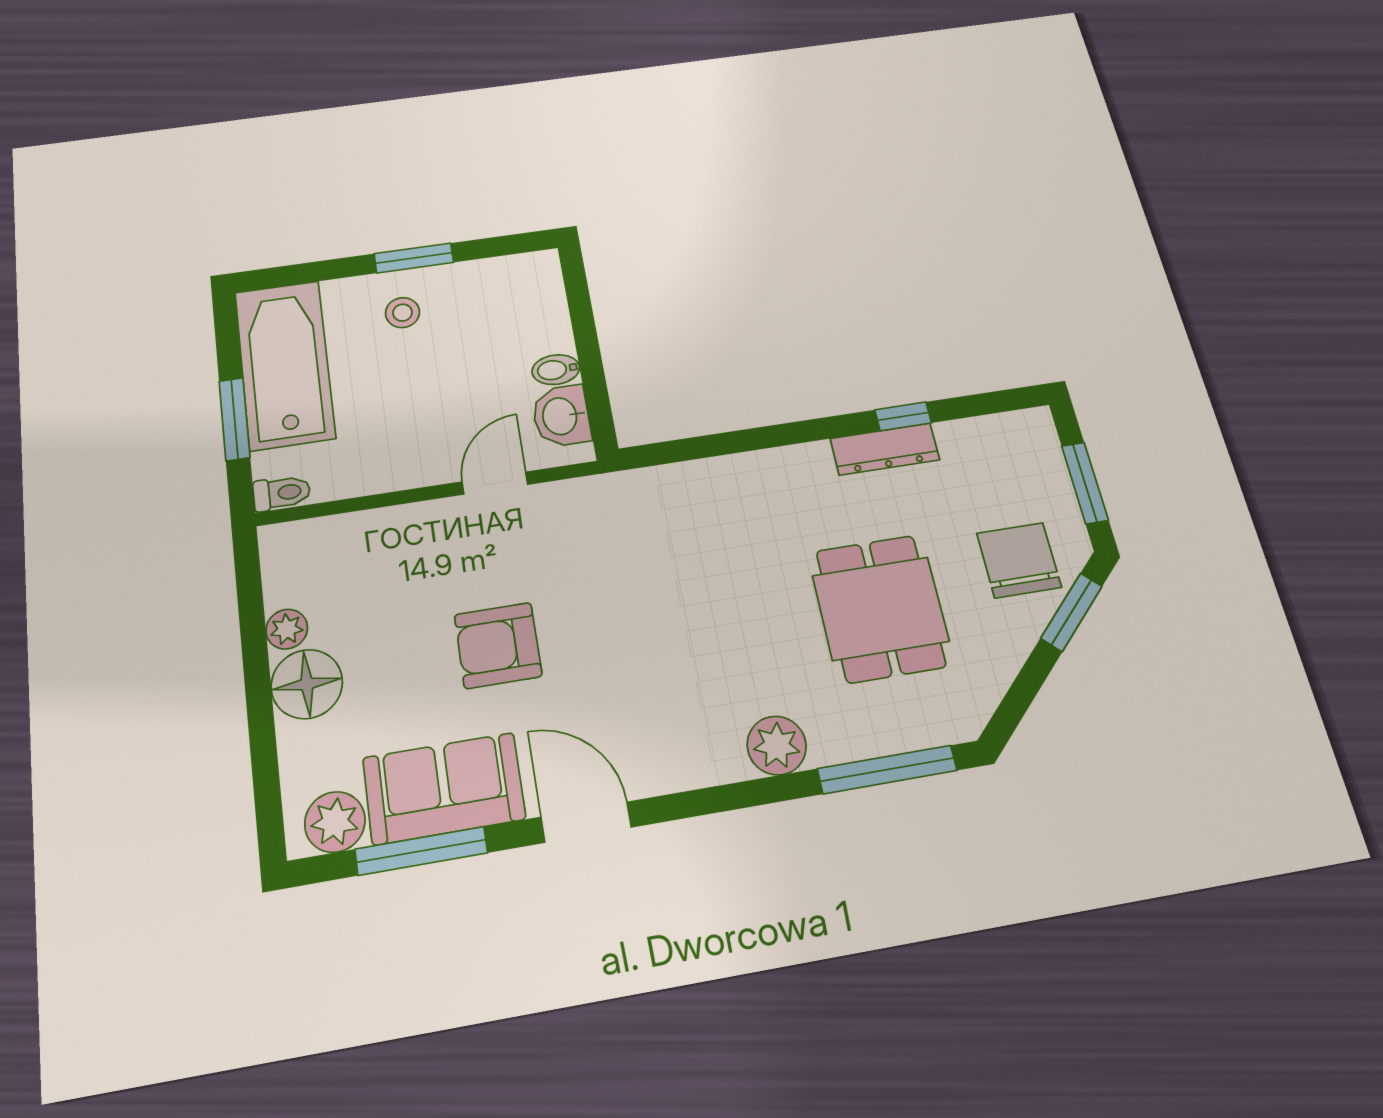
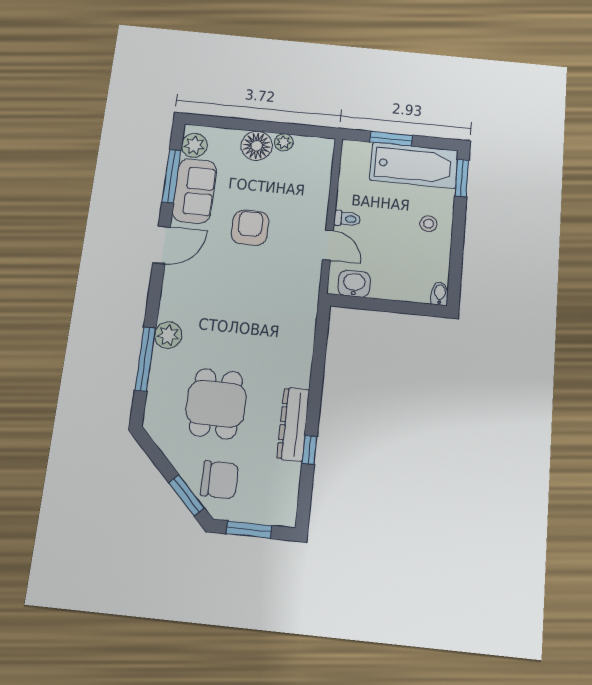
window: (414, 258) -> (462, 178), moved
bidet: (556, 370) -> (440, 294), moved
dresser: (885, 449) -> (293, 424), width x1.37, depth x1.24
toilet: (282, 493) -> (347, 219), moved, turned -90
dining table: (881, 608) -> (216, 404), turned 90
window: (887, 770) -> (145, 359), moved

